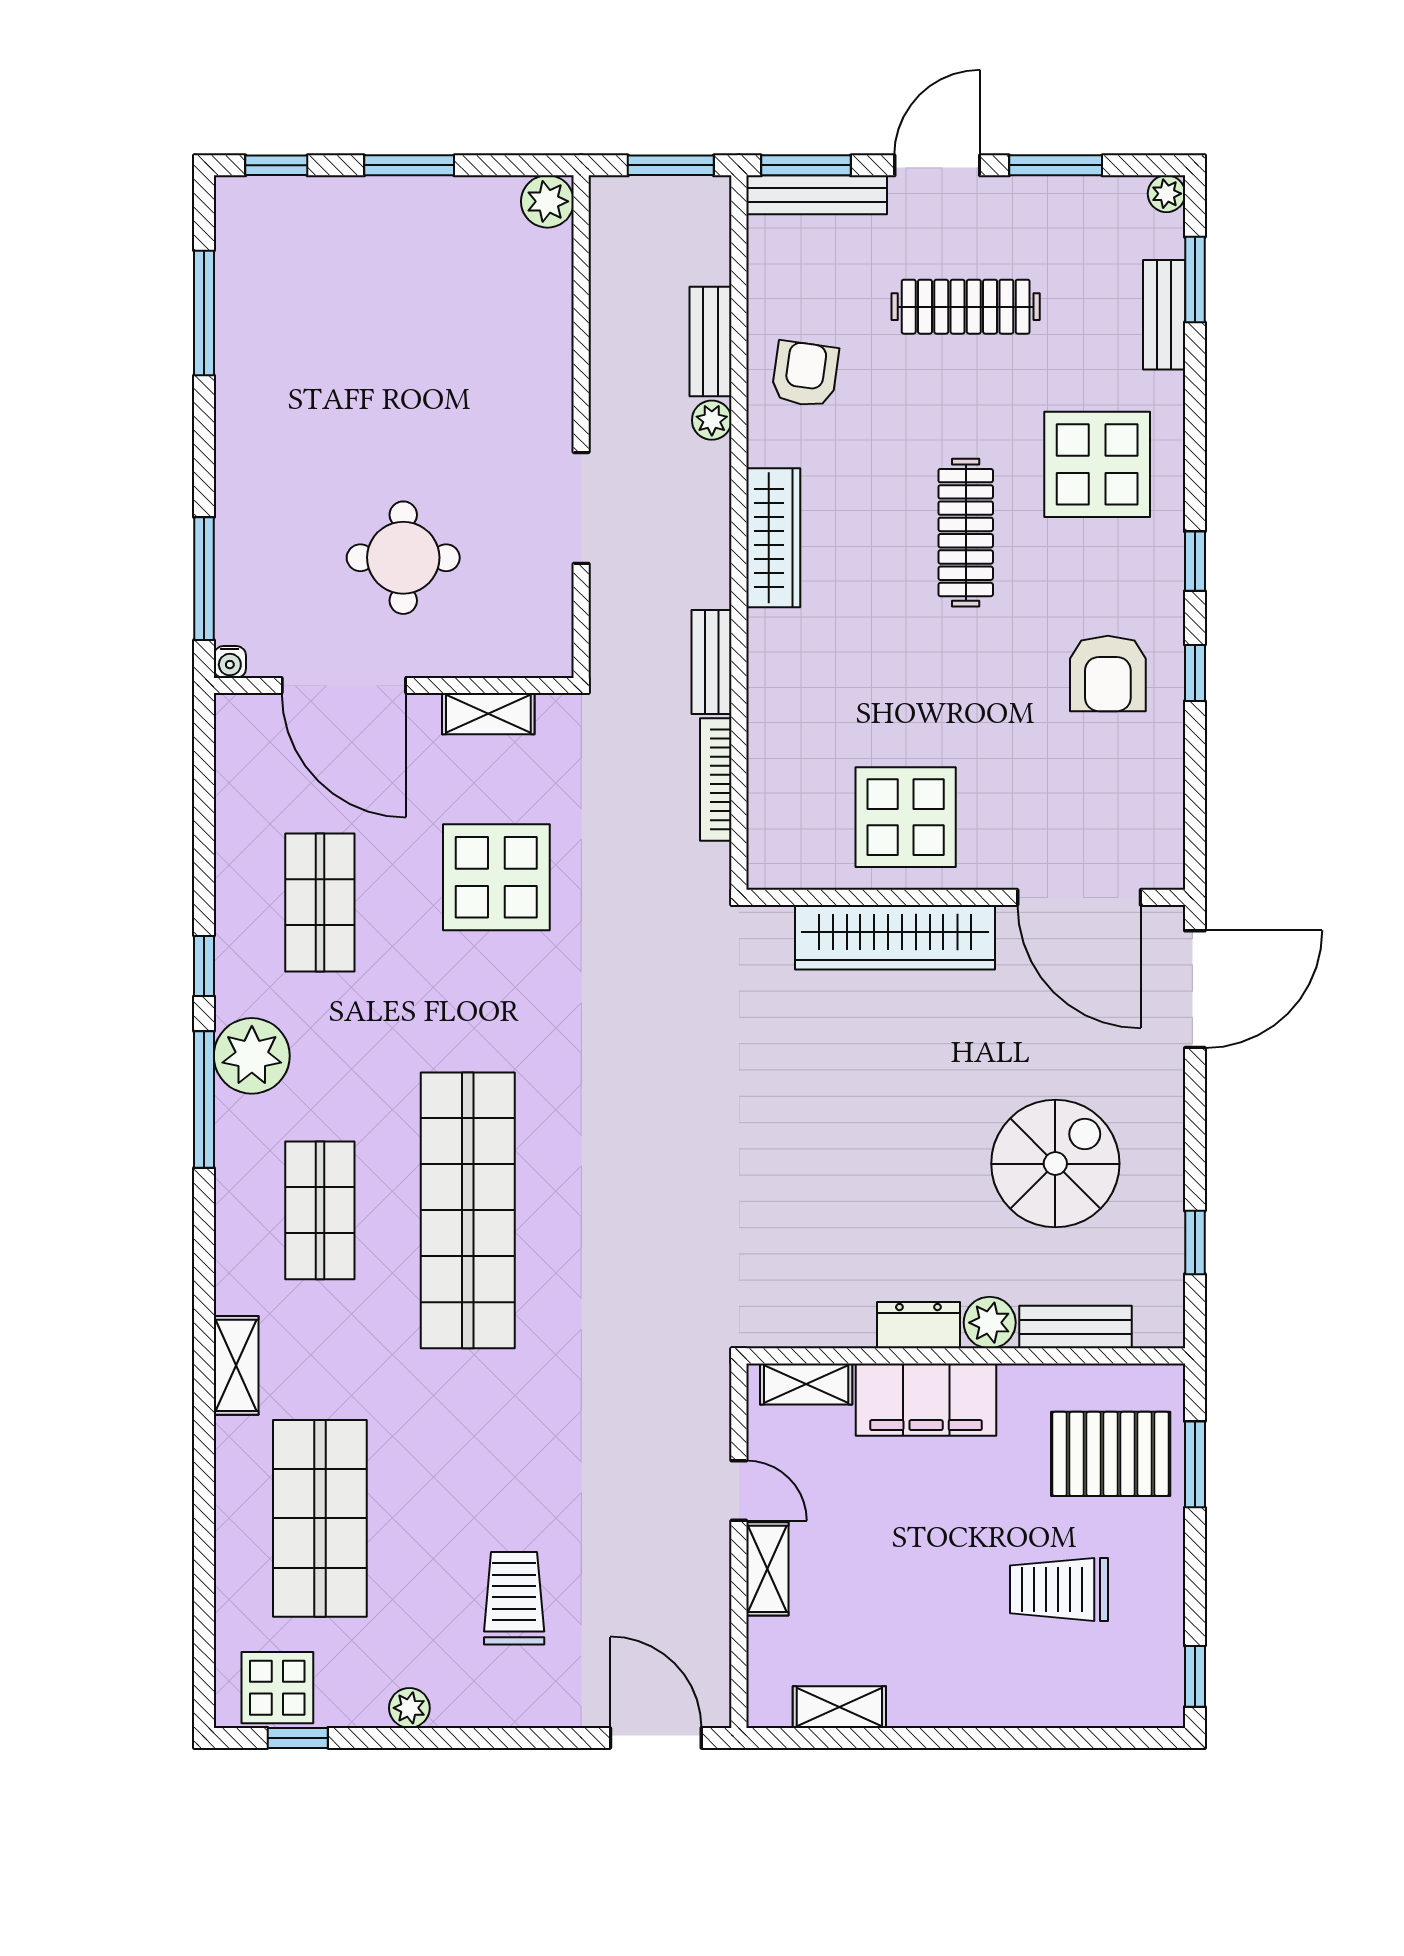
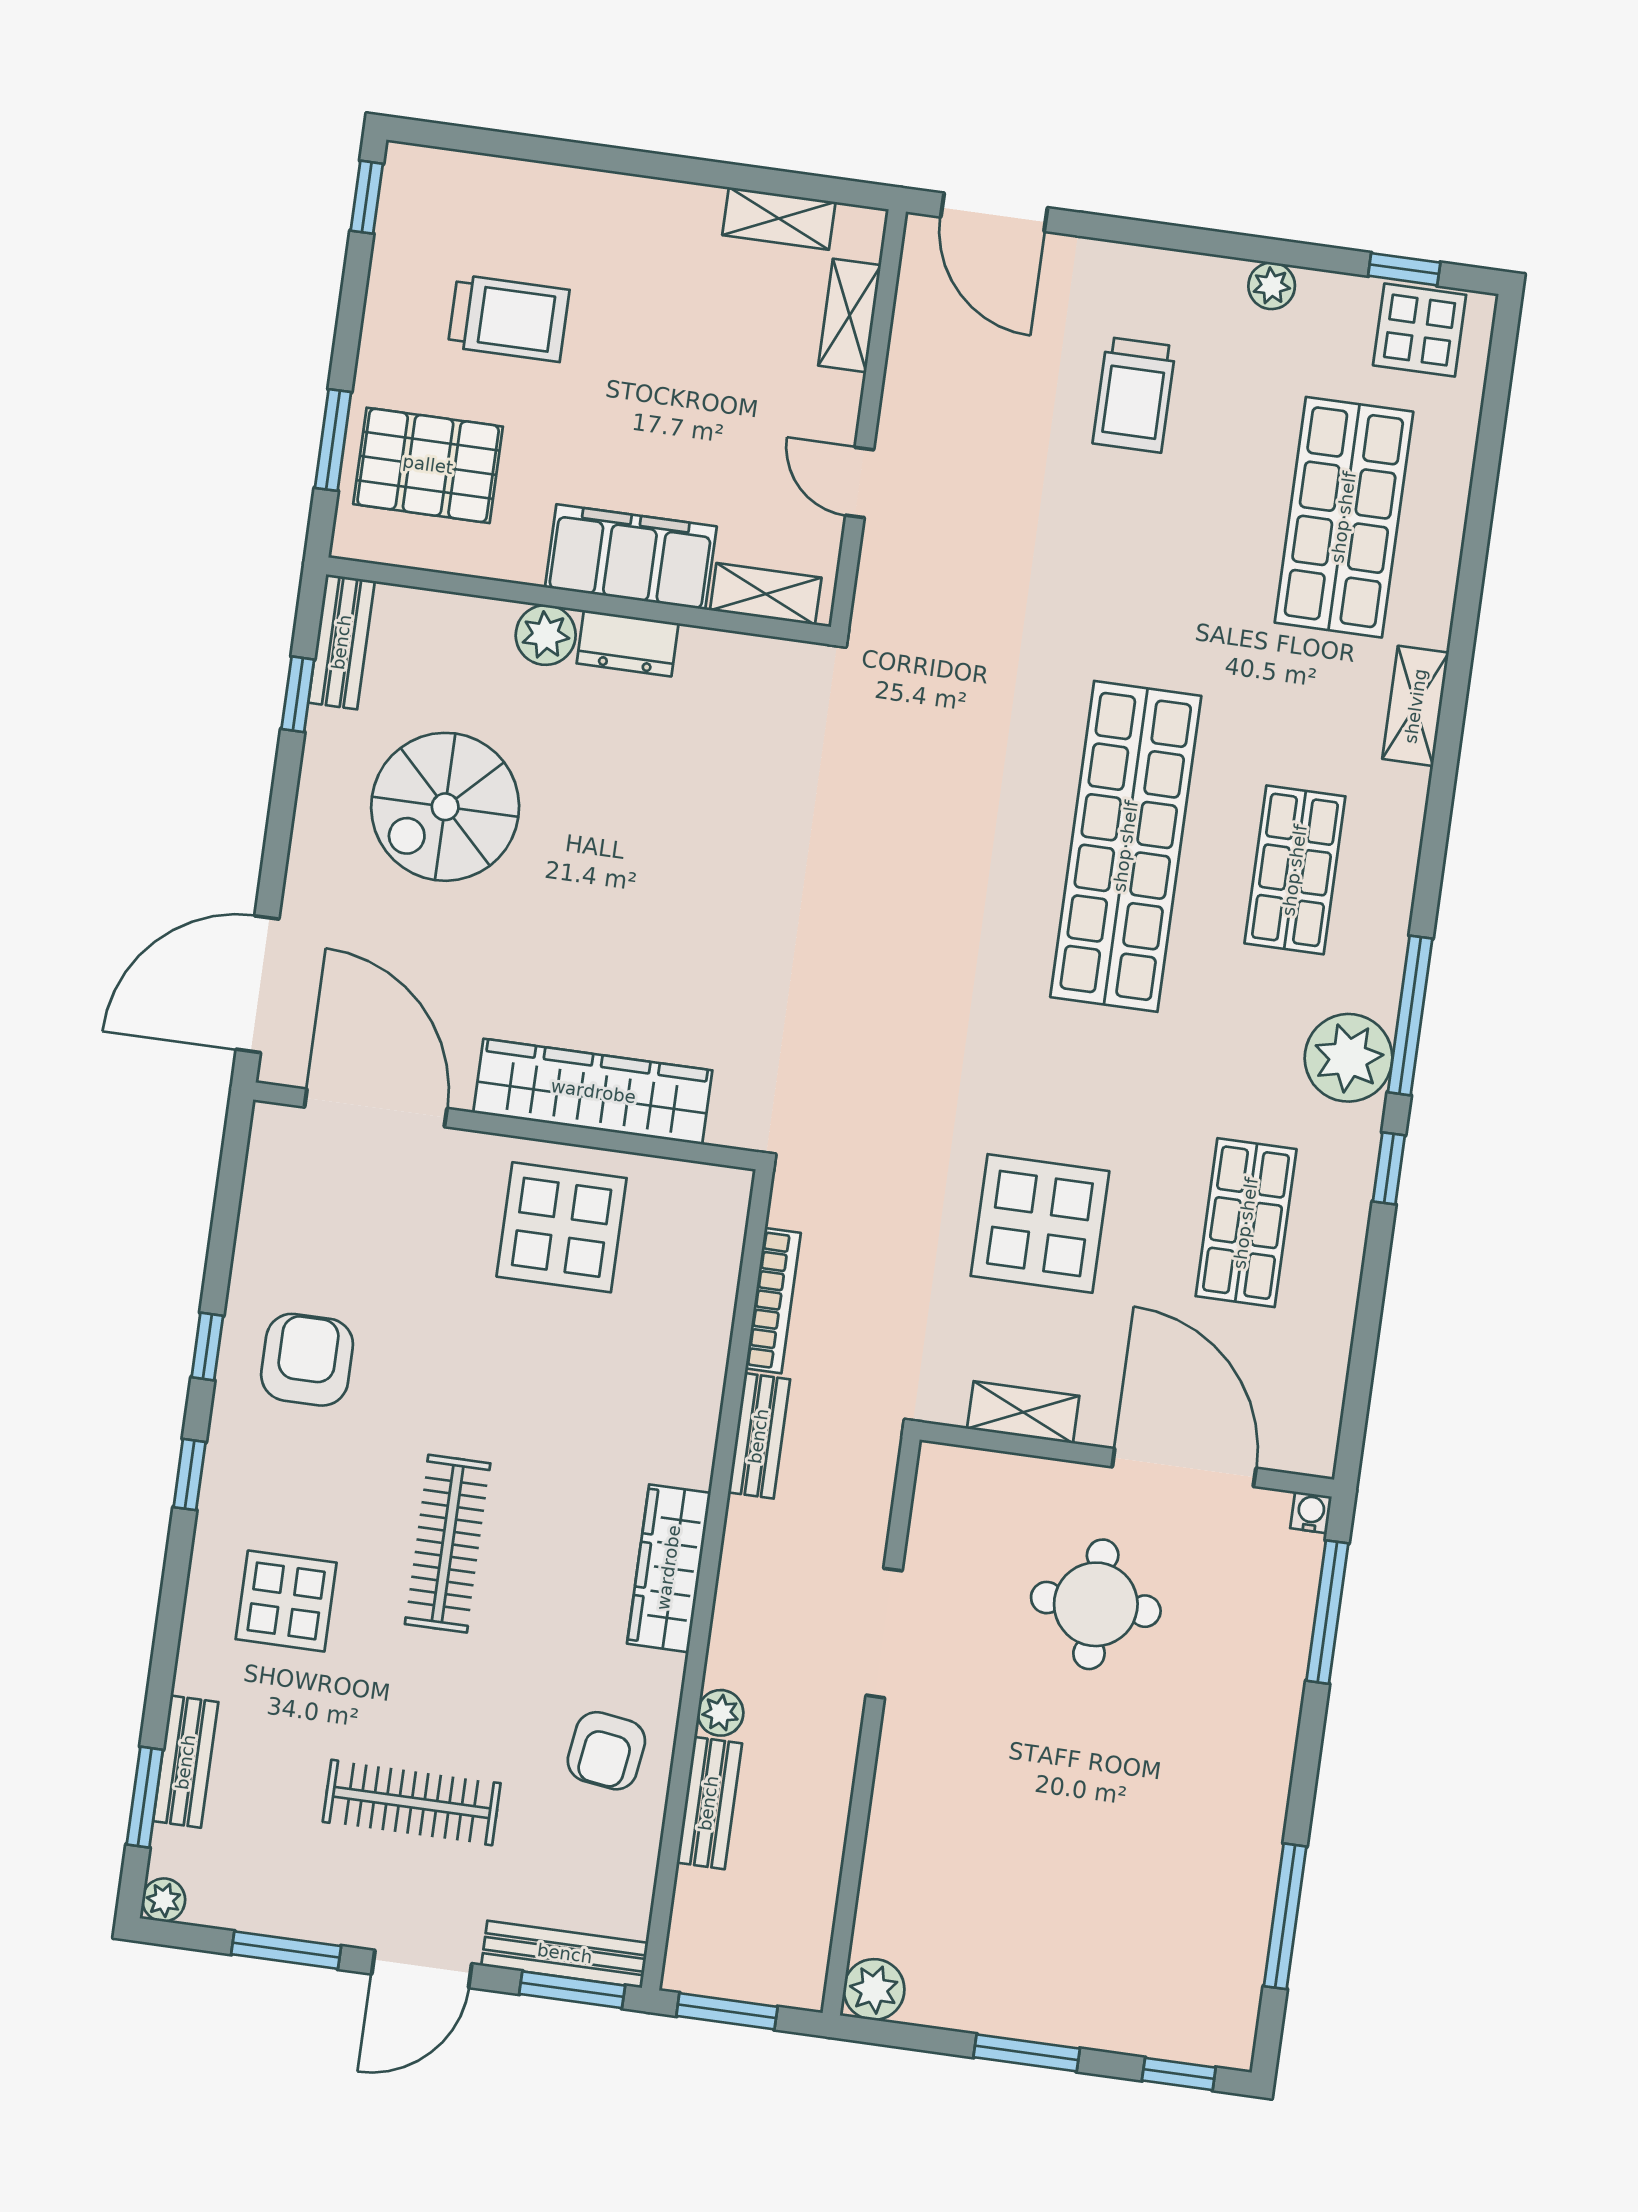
display table: (1097, 464) -> (286, 1601), width x0.73, depth x0.73
bench: (1076, 1327) -> (342, 642), moved, turned 90
shelving: (767, 1569) -> (850, 315), moved

